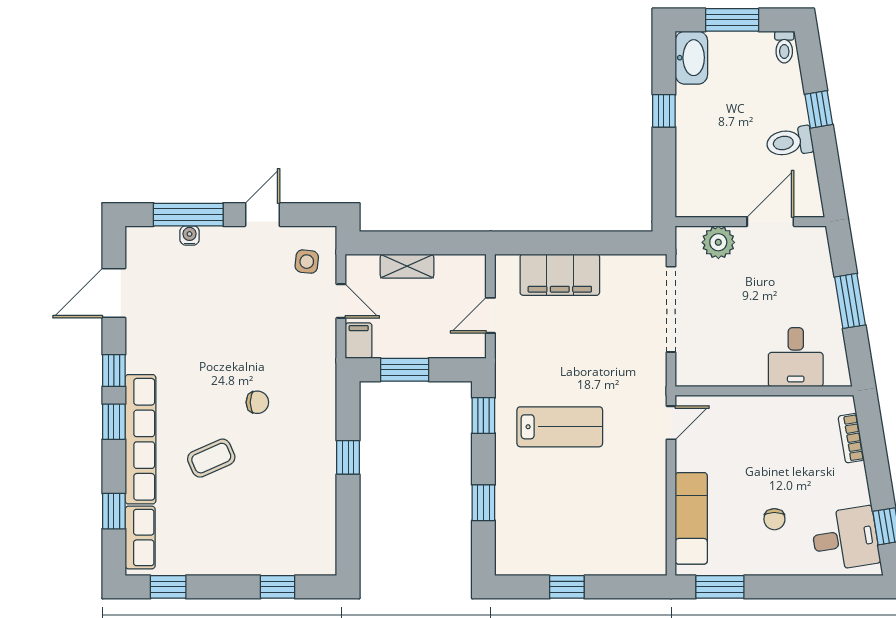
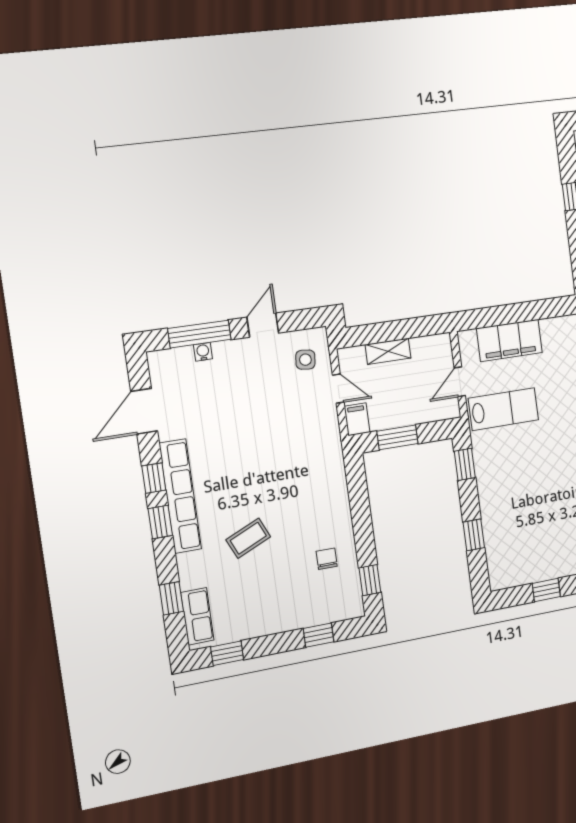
chair: (257, 402) -> (327, 559), moved, turned -90
lab bench: (560, 427) -> (503, 409), moved
row of seats: (141, 439) -> (180, 496), moved
window: (348, 457) -> (370, 580), moved

